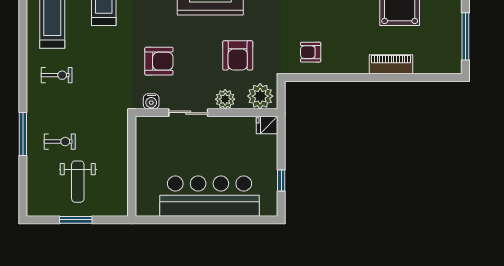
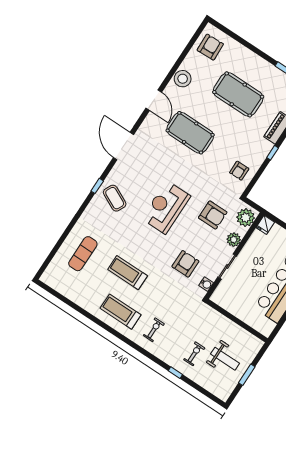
window: (358, 77) -> (273, 153), added
window: (23, 134) -> (175, 373), width x0.46

